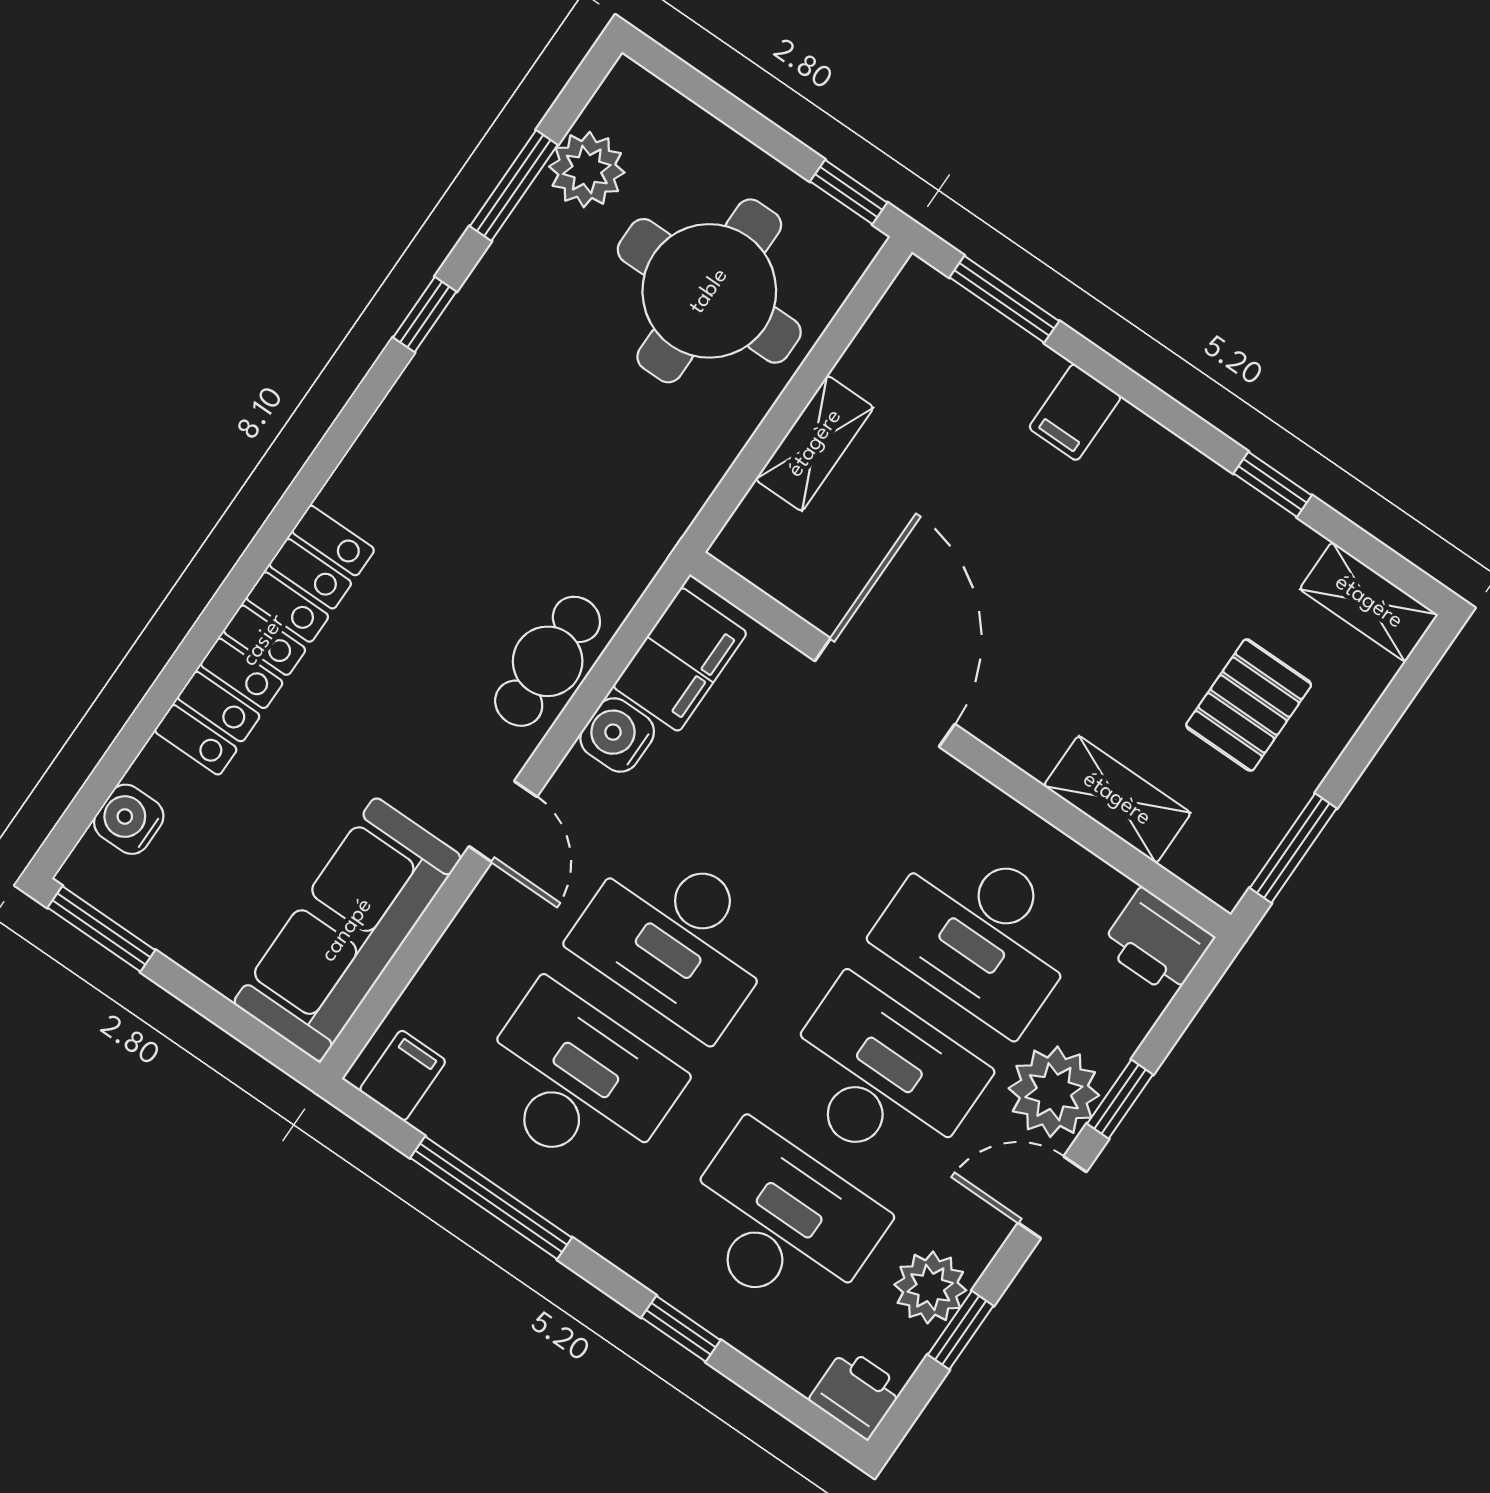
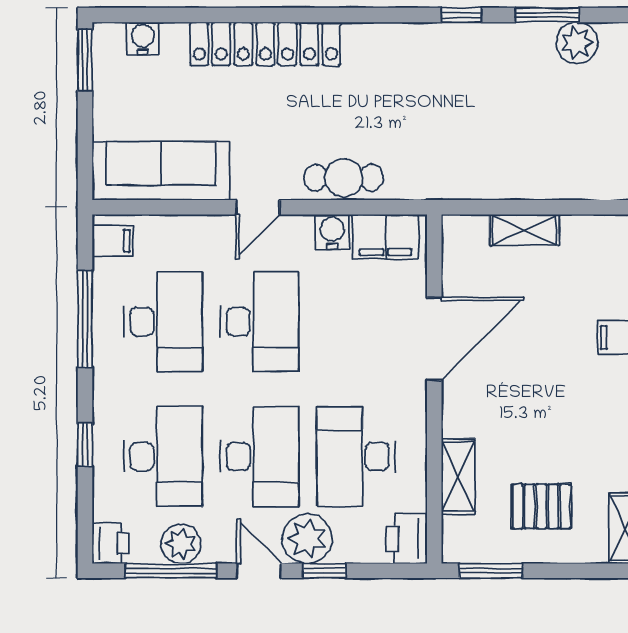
round table: (709, 291) -> (560, 135), removed
desk: (677, 938) -> (260, 322), turned 180
window: (961, 1330) -> (171, 571), width x2.17

